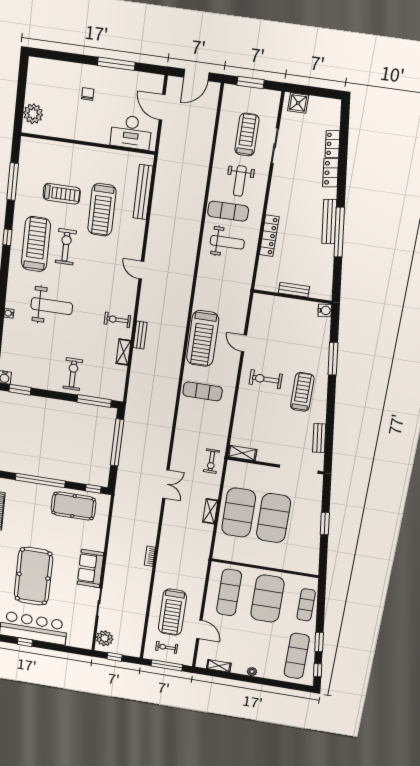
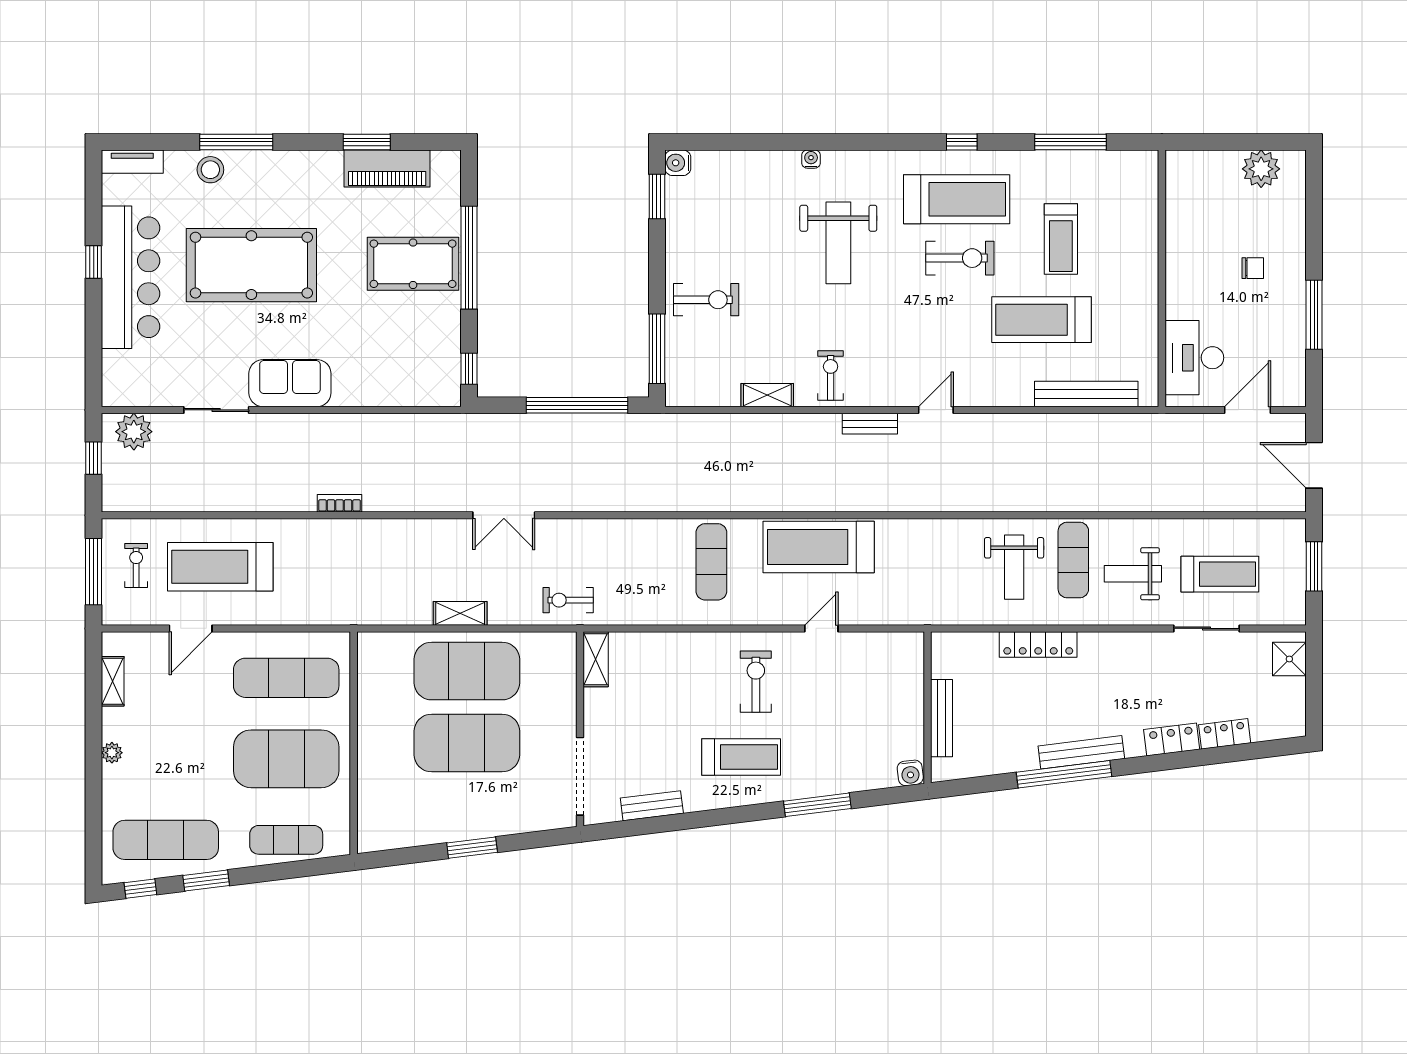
plant: (33, 114) -> (1261, 169), moved
bench: (294, 290) -> (942, 718), width x1.36
bench: (140, 335) -> (870, 424), moved
pool table: (73, 506) -> (413, 264), moved, turned 90

